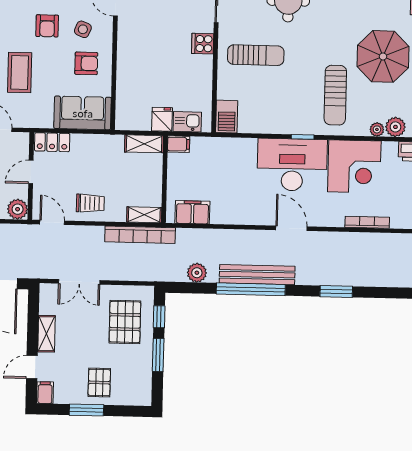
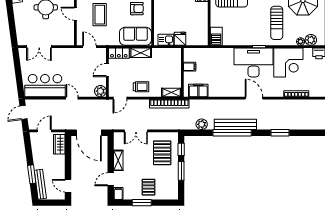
kitchen sink: (187, 122) -> (166, 40), moved
shelving: (144, 144) -> (141, 53), moved
filing cabinet: (179, 144) -> (190, 67), moved
door: (52, 222) -> (120, 98), swing flipped

